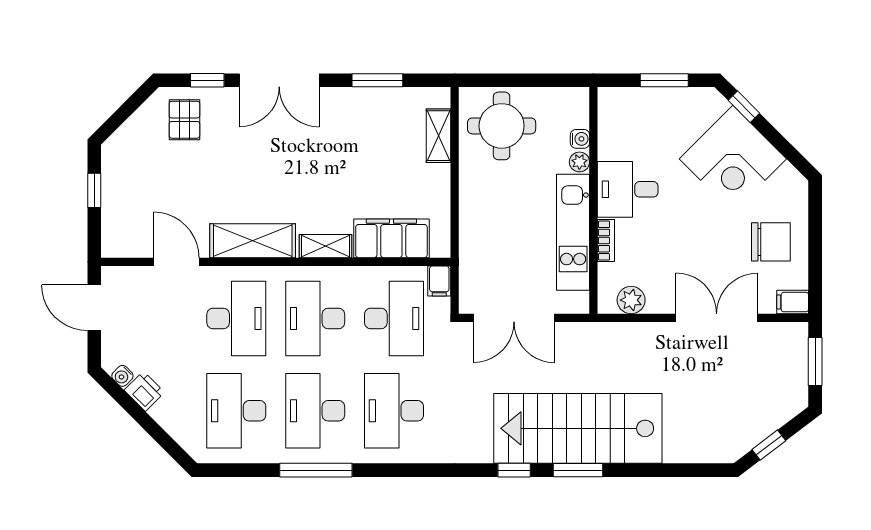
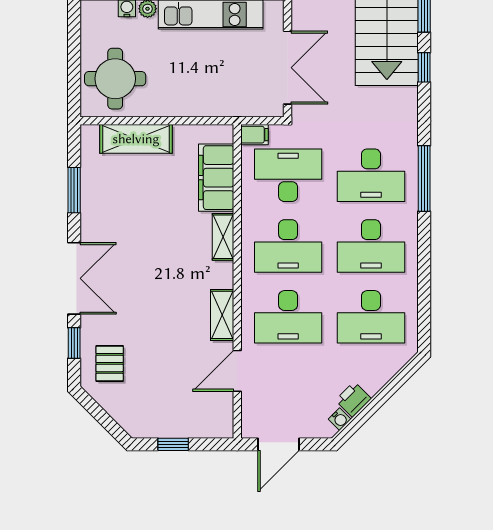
pallet: (184, 120) -> (110, 363), turned 90
shelving: (439, 136) -> (136, 139), width x1.50, depth x1.33
shelving: (253, 241) -> (222, 315), width x0.67, depth x0.75
desk: (236, 318) -> (288, 317), turned 180
window: (316, 470) -> (424, 179), moved

